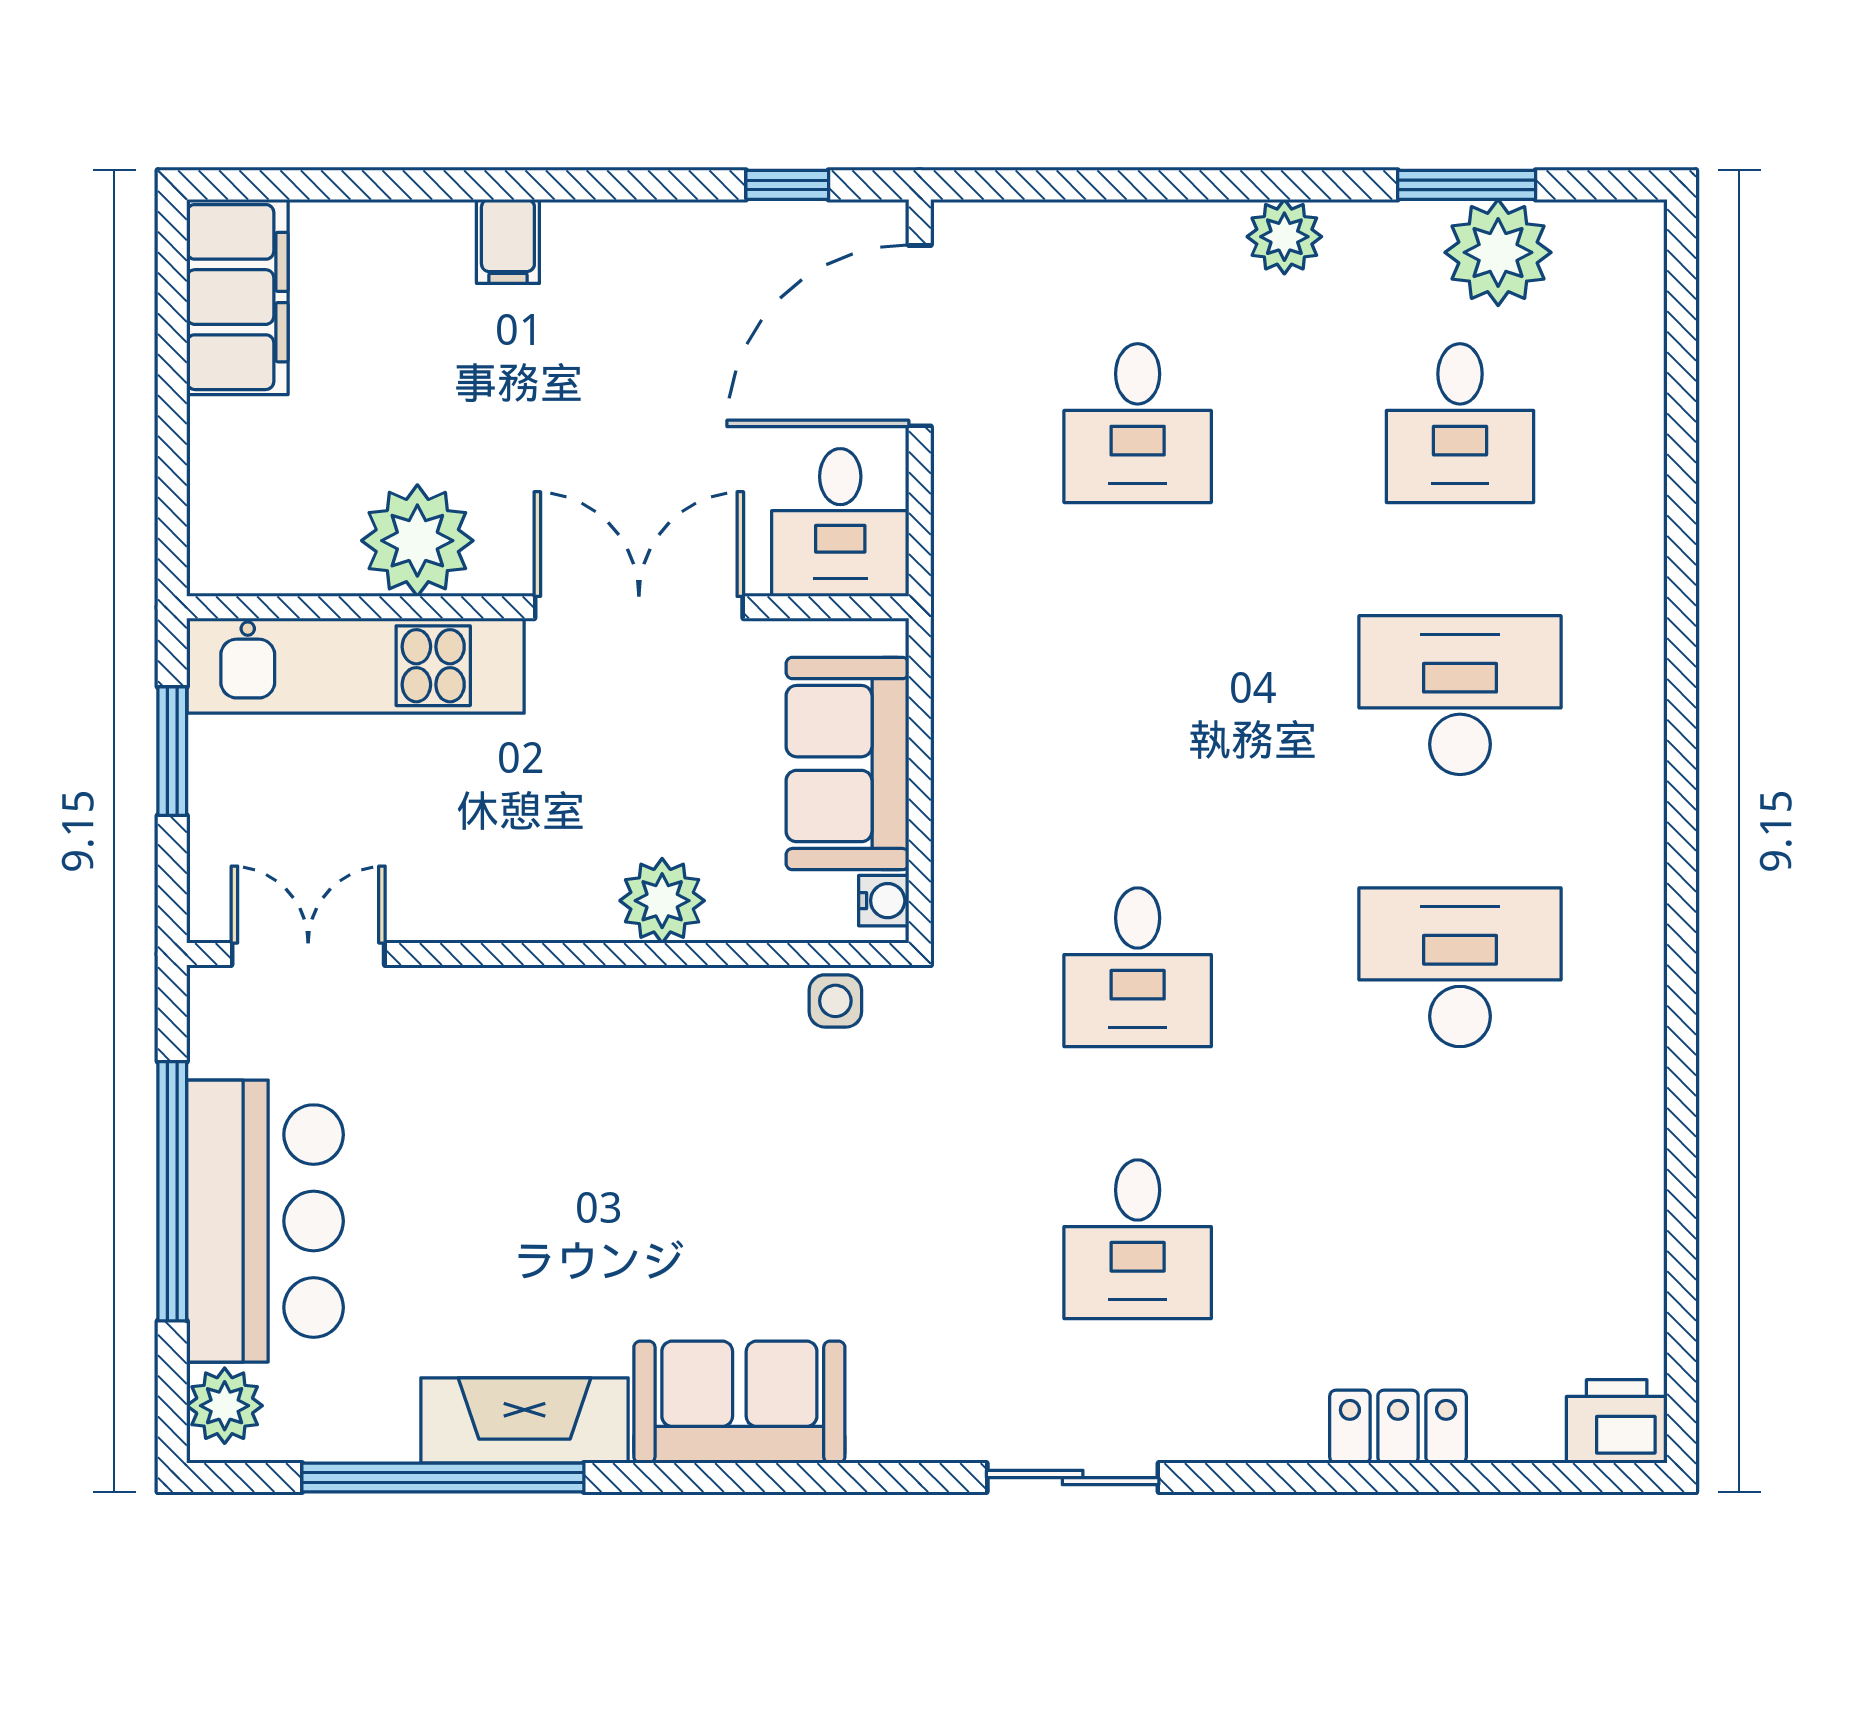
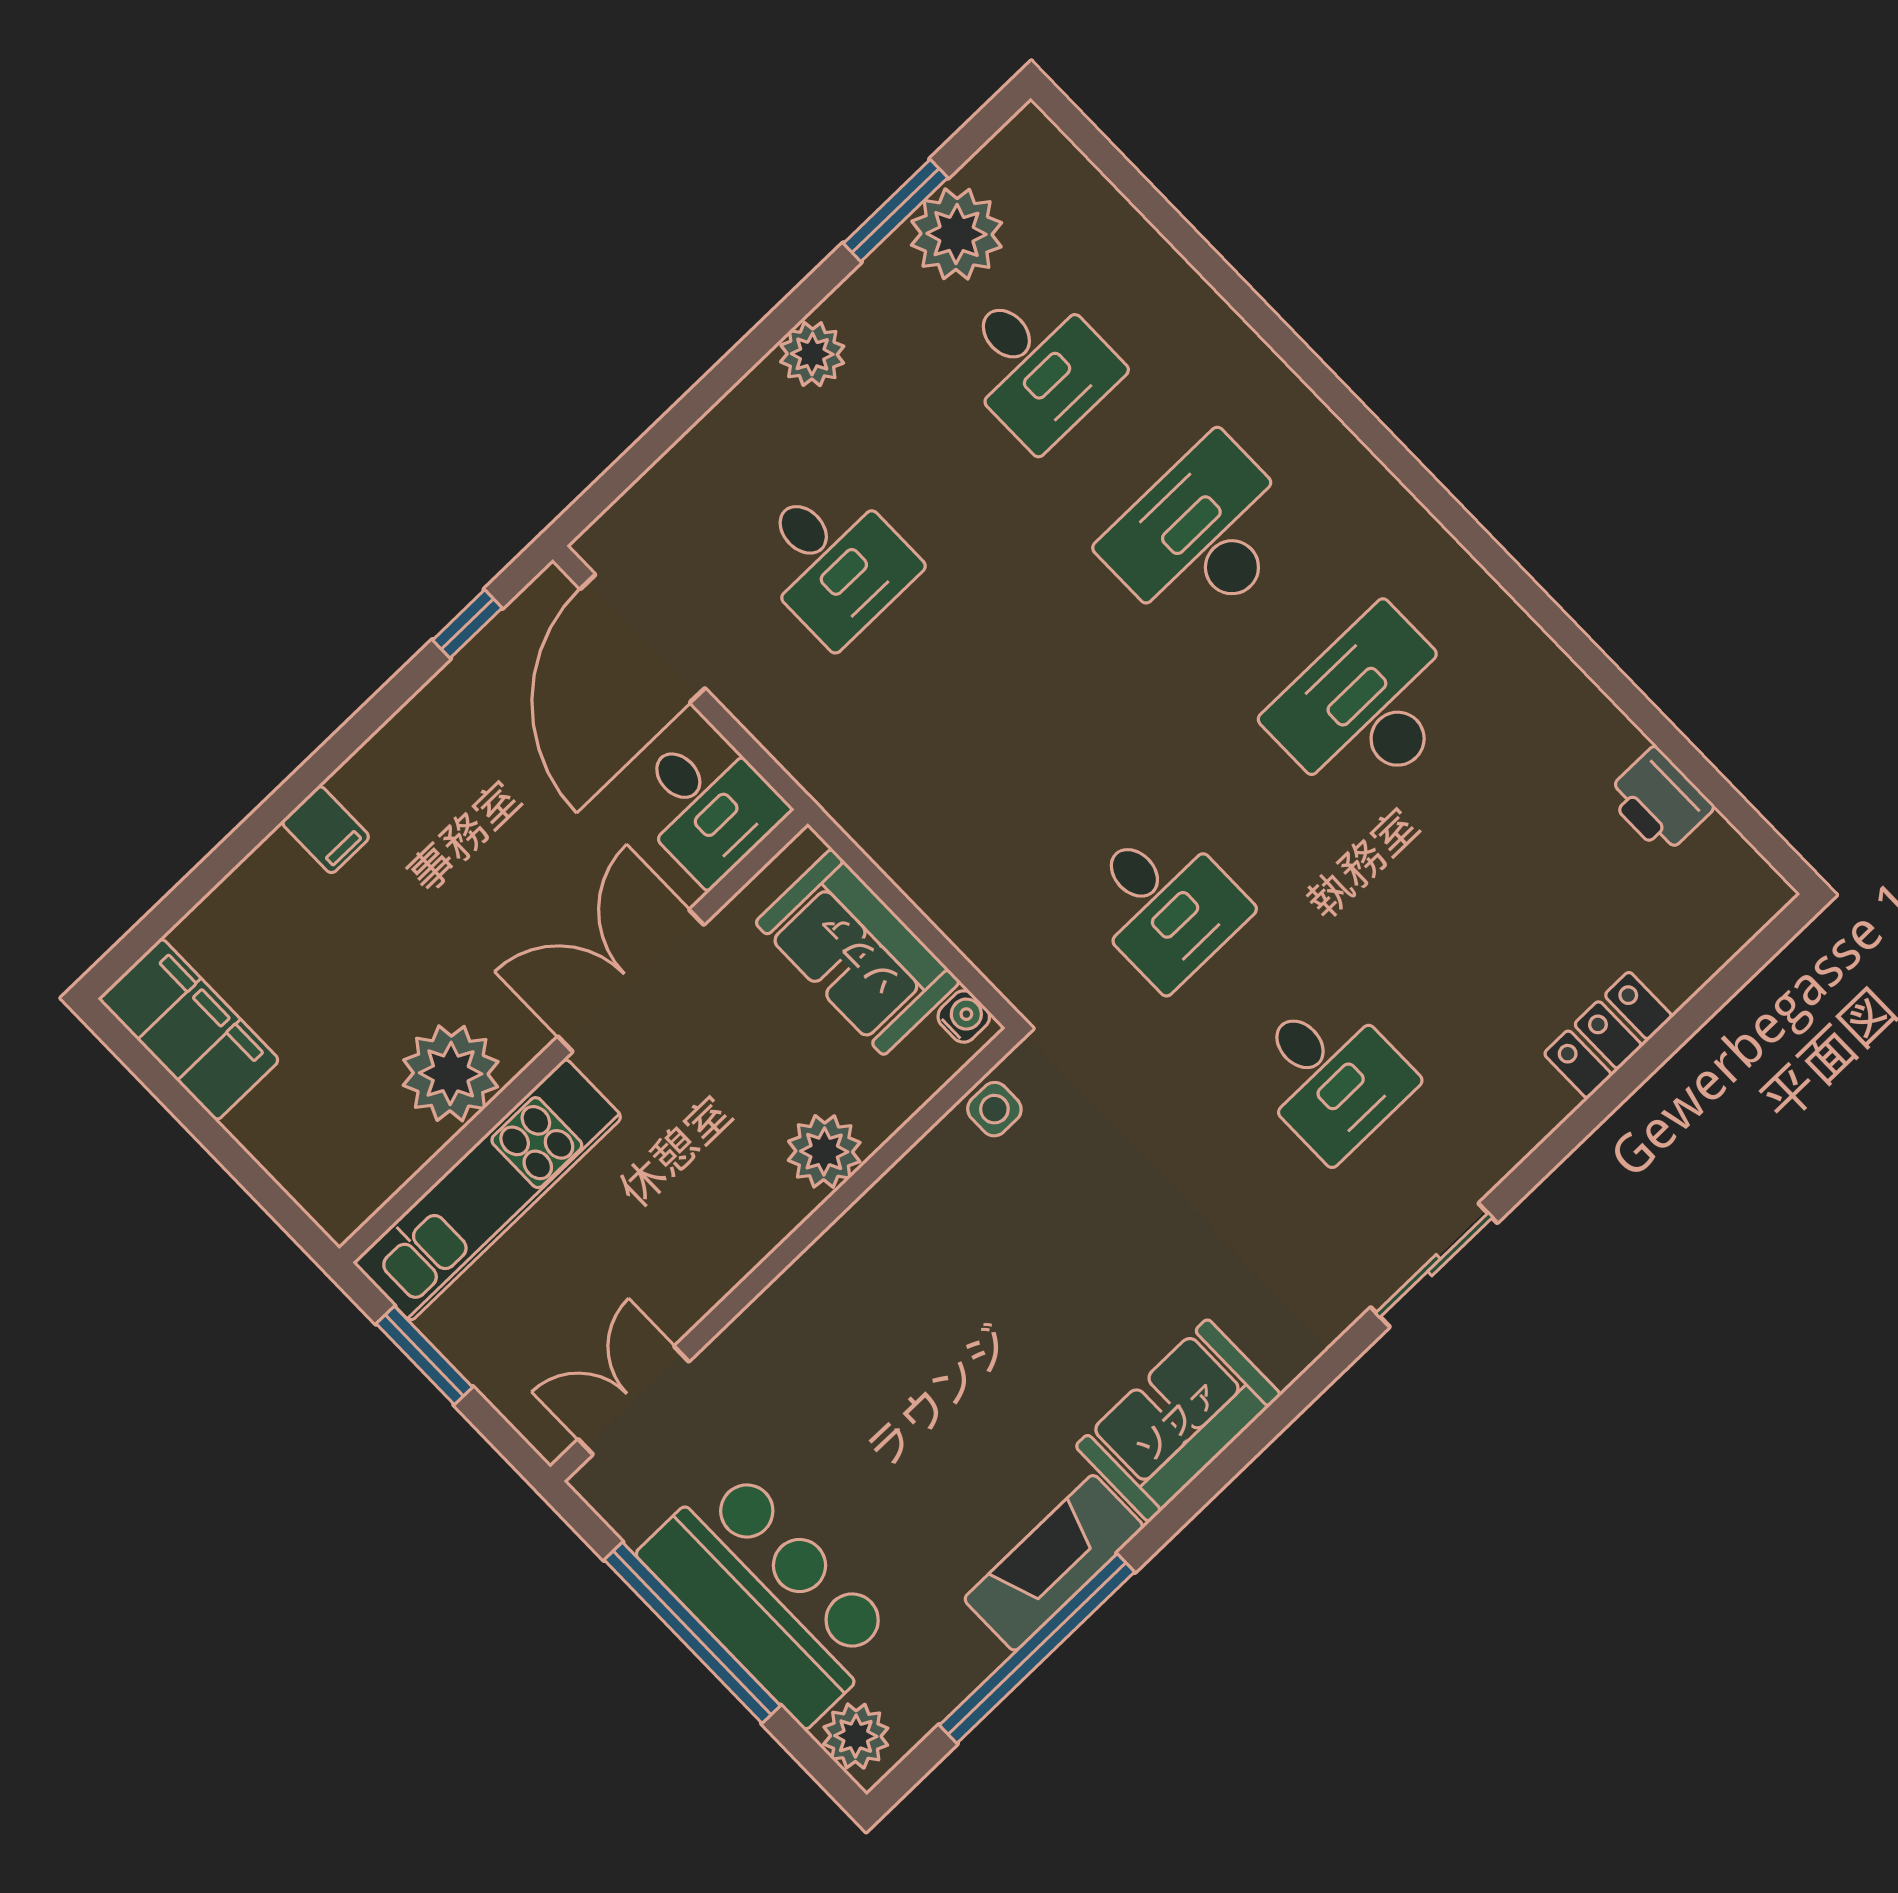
printer: (1617, 1421) -> (1659, 801), moved, turned -90

